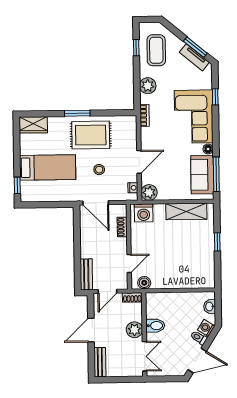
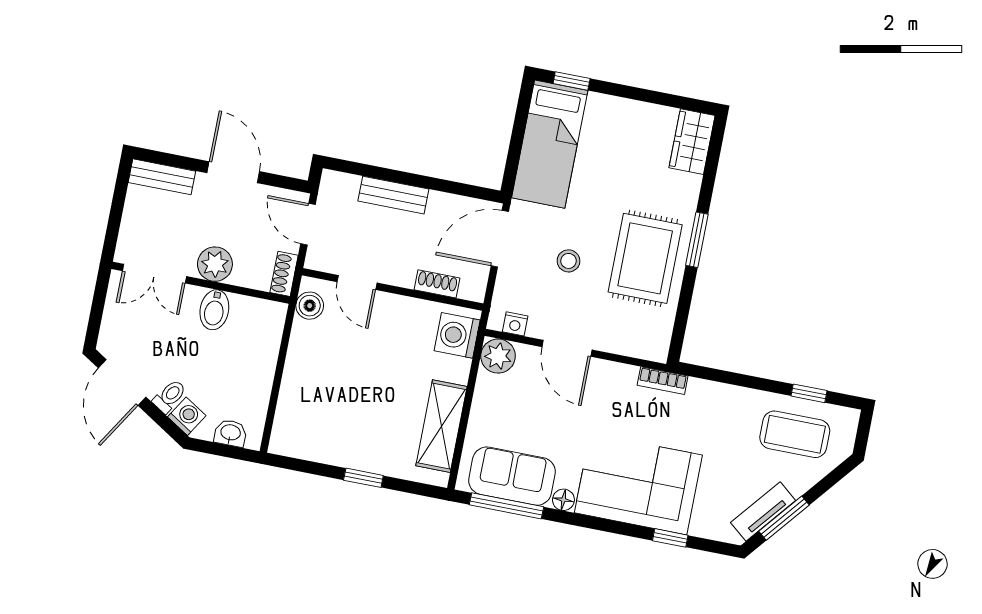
plant: (148, 86) -> (724, 401), removed
bed: (48, 167) -> (550, 144), moved
bench: (86, 274) -> (393, 195), moved

